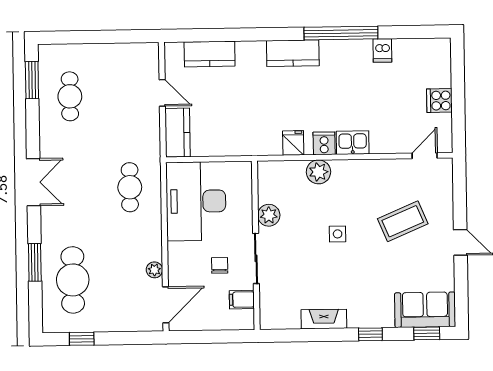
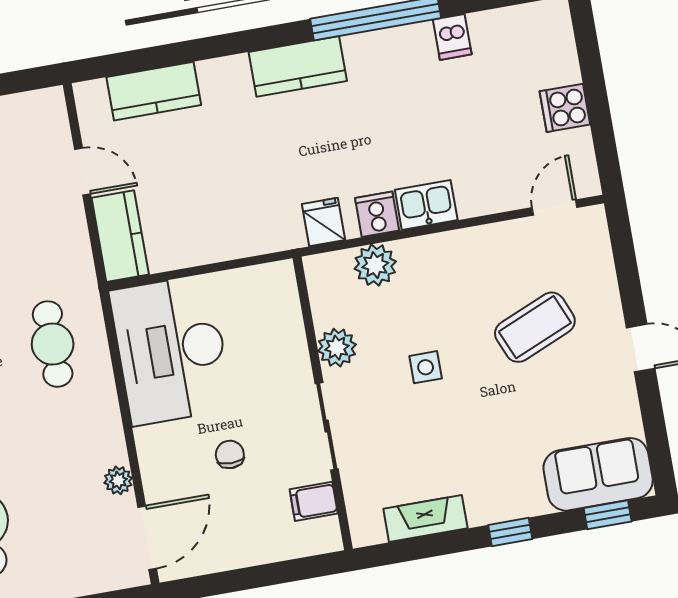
plant: (269, 215) -> (337, 348), moved
wall: (256, 245) -> (323, 403), moved
sliding door: (256, 258) -> (327, 426), moved
filing cabinet: (242, 300) -> (314, 501), moved

